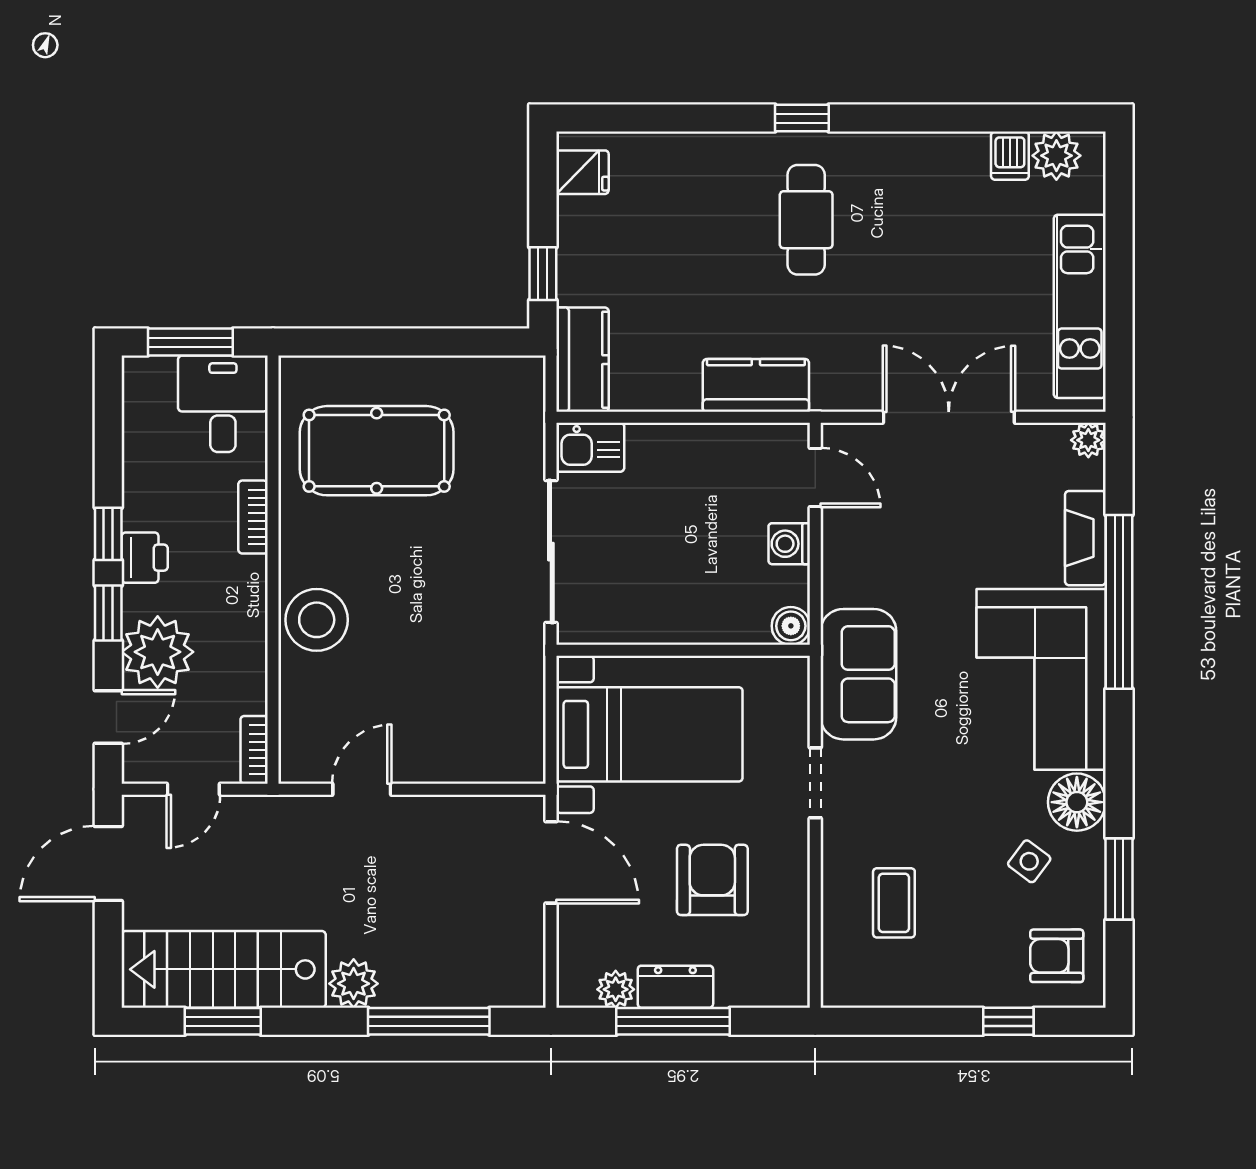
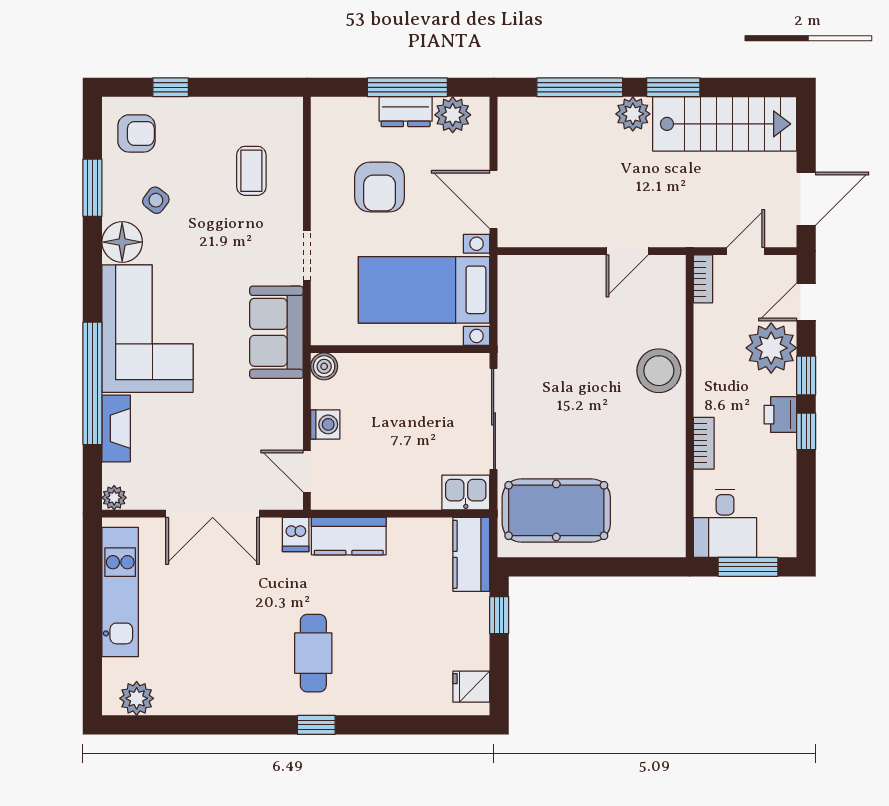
dishwasher: (1010, 156) -> (296, 535), moved, turned 180
pool table: (377, 451) -> (556, 510), moved
plant: (616, 989) -> (453, 115), width x1.38, depth x1.38
window: (223, 1021) -> (673, 87), moved

